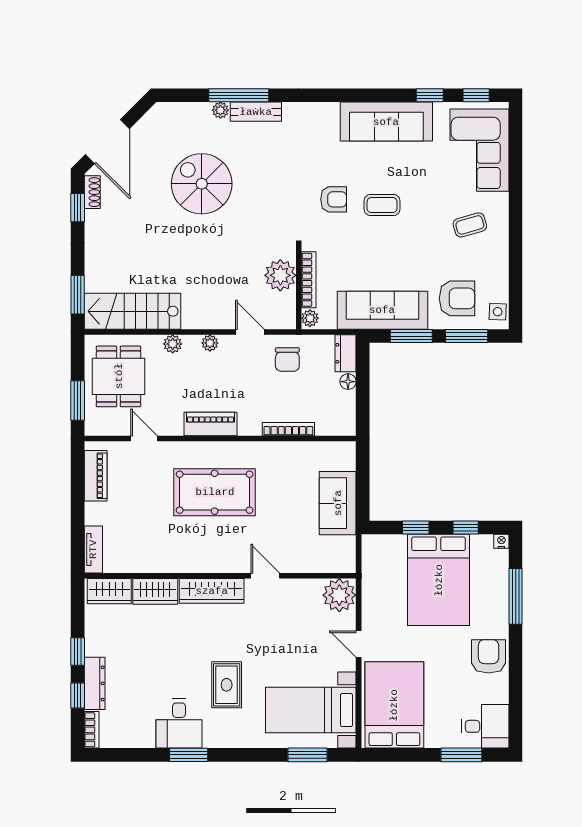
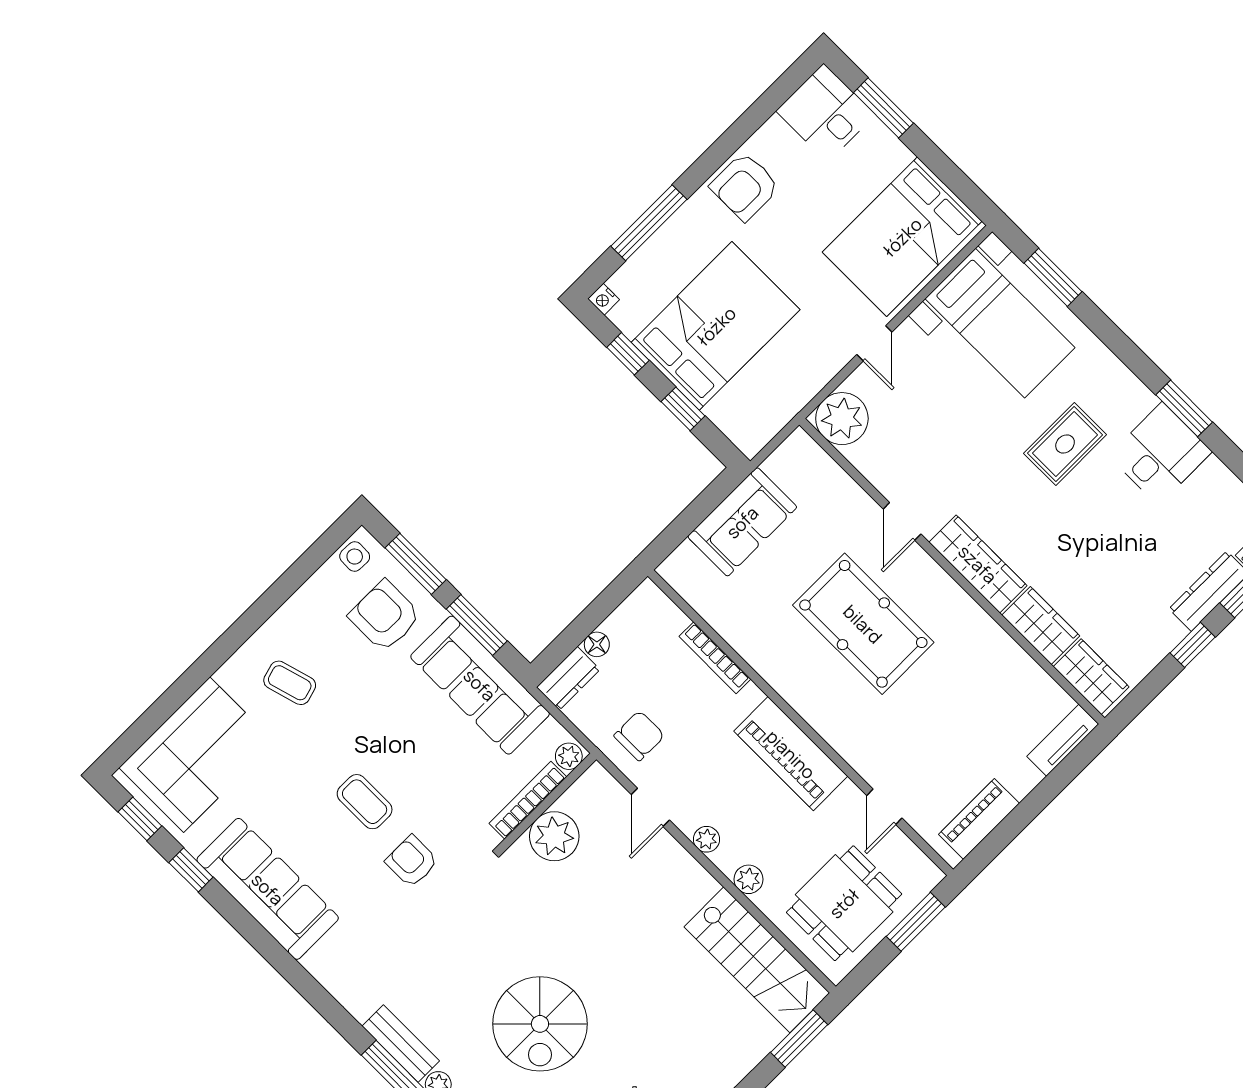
piano: (211, 424) -> (791, 754), width x1.37, depth x1.33
pool table: (215, 492) -> (863, 624), moved

